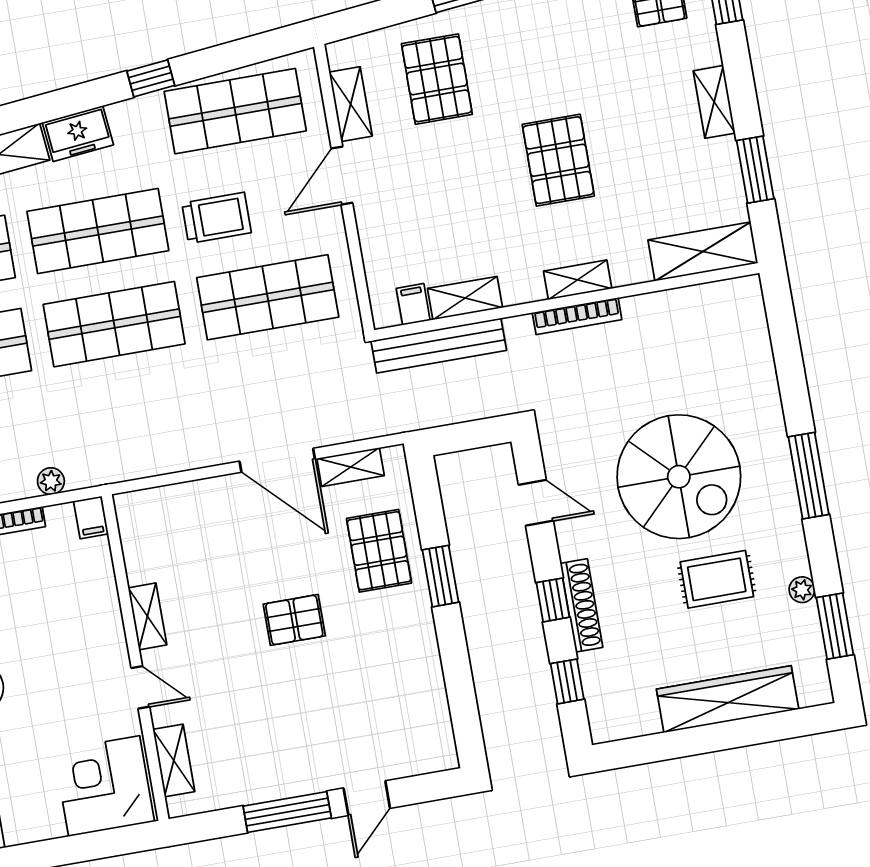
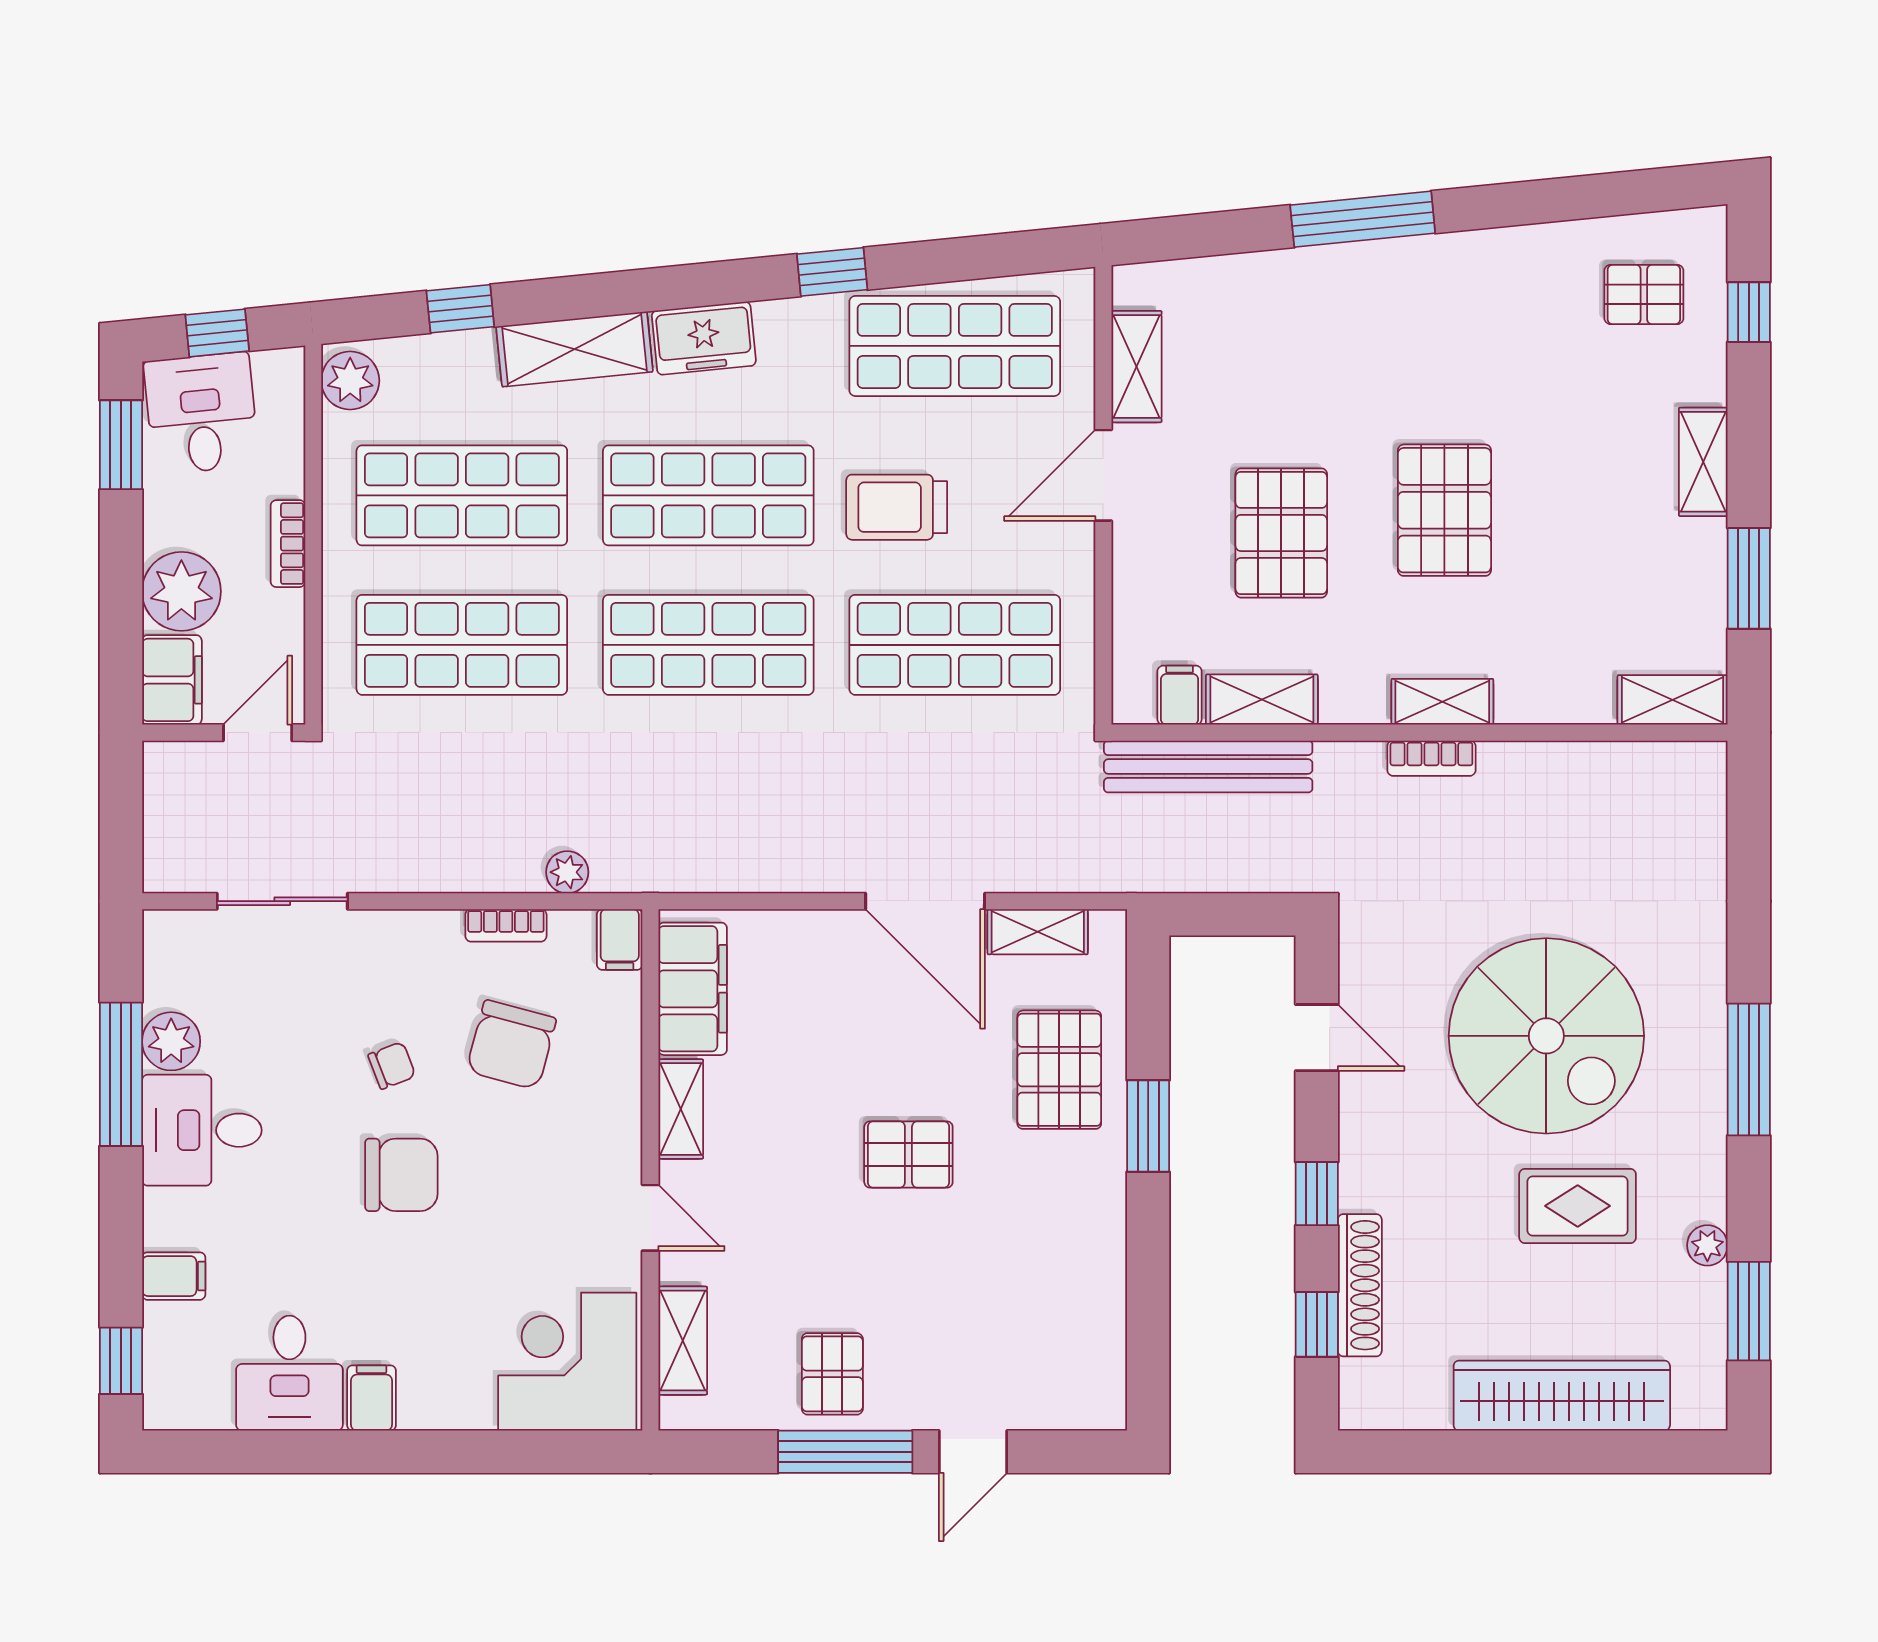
pallet: (437, 79) -> (1281, 533), moved
trolley: (217, 218) -> (897, 507), turned 180
shelving: (703, 251) -> (1673, 700), width x0.67, depth x0.75
bookcase: (577, 316) -> (1431, 758), width x0.64
filing cabinet: (142, 540) -> (693, 989), added
chair: (35, 595) -> (511, 1045), added
shoe rack: (582, 605) -> (1360, 1285), moved
pallet: (271, 765) -> (832, 1374), added

